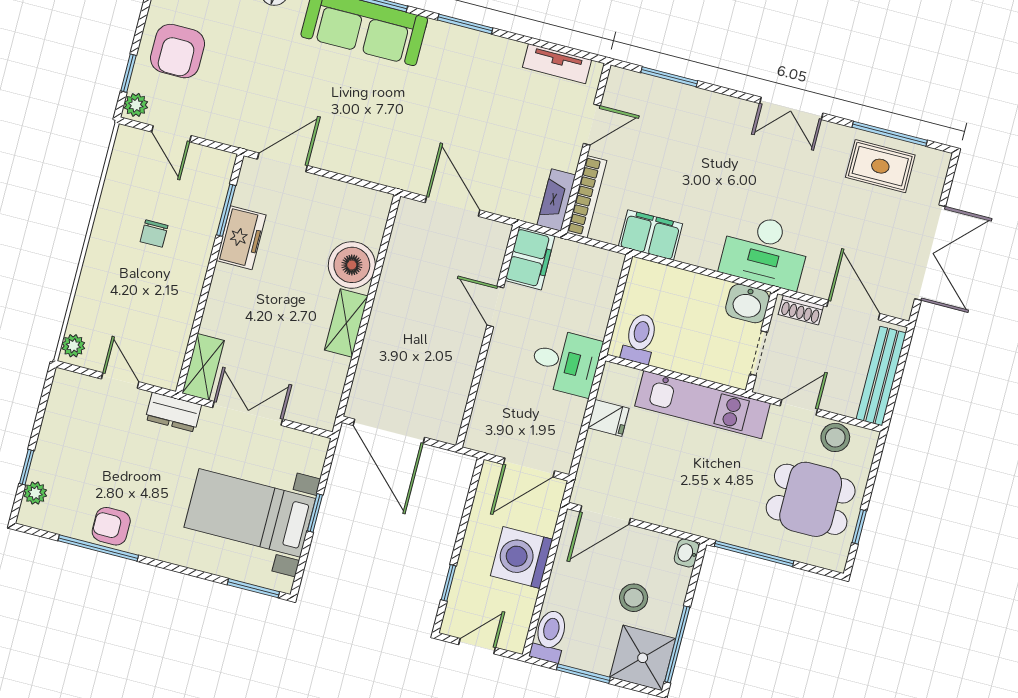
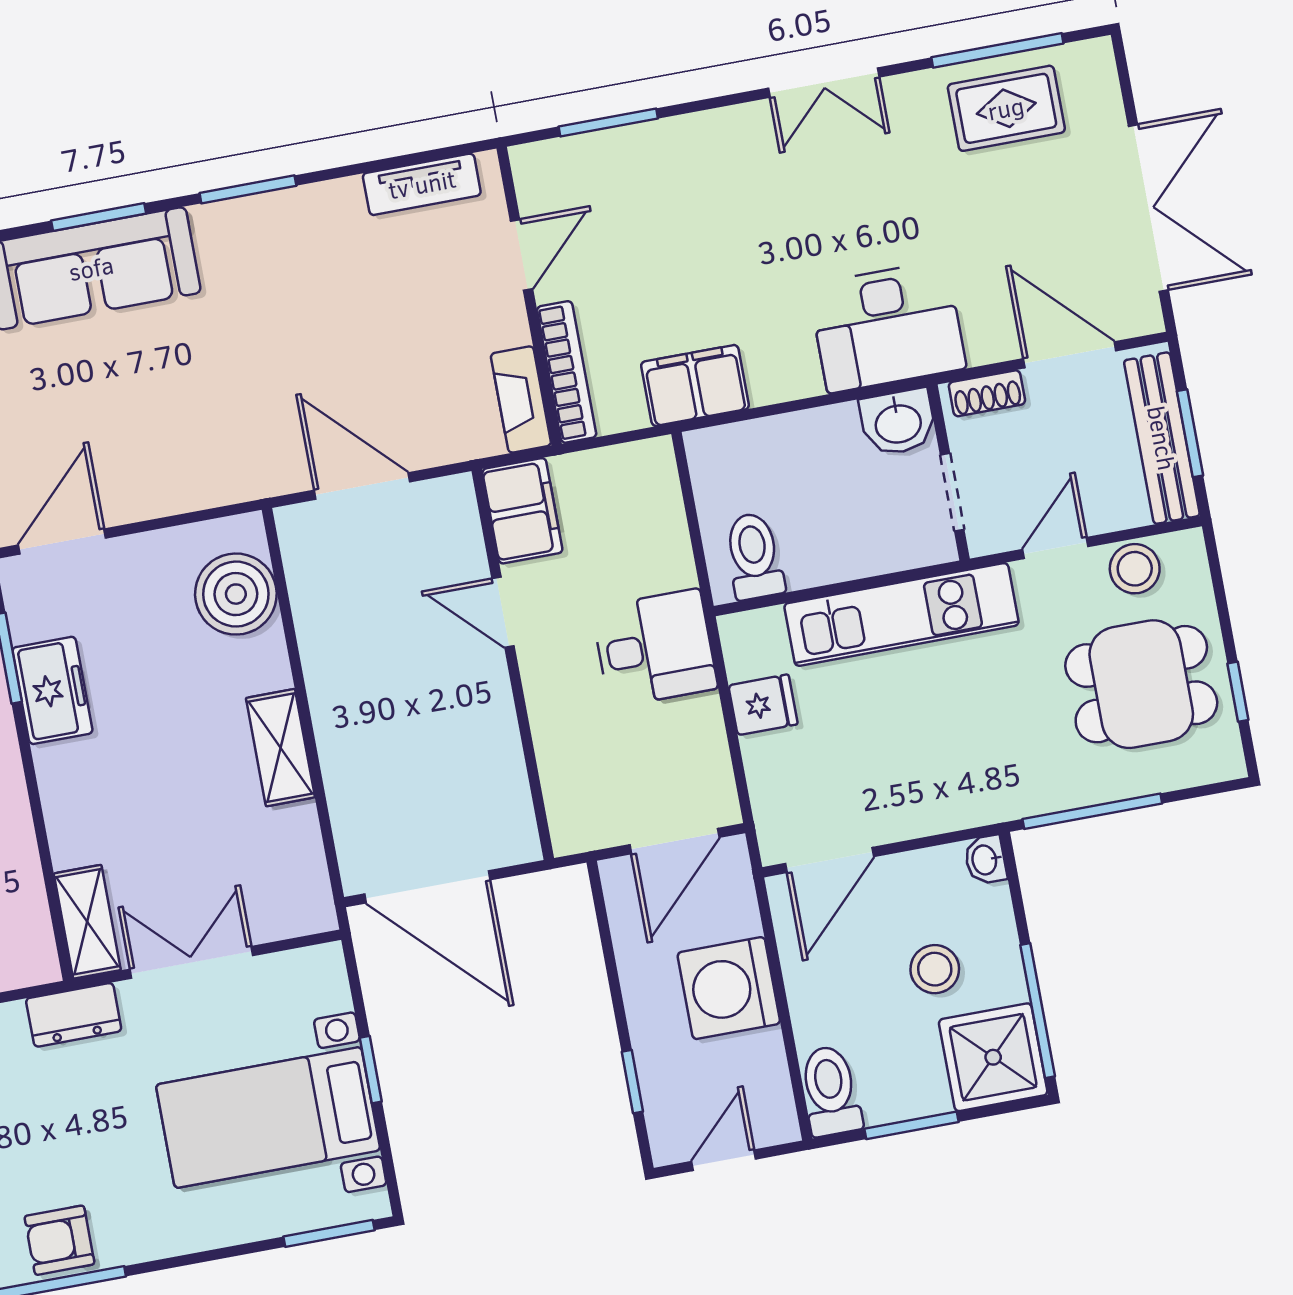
boiler: (352, 265) -> (236, 594), moved
window: (897, 380) -> (1190, 433), added

